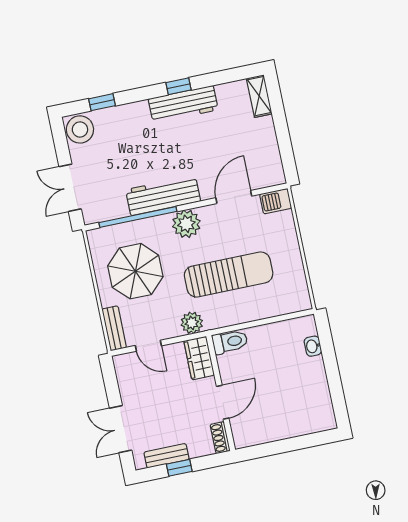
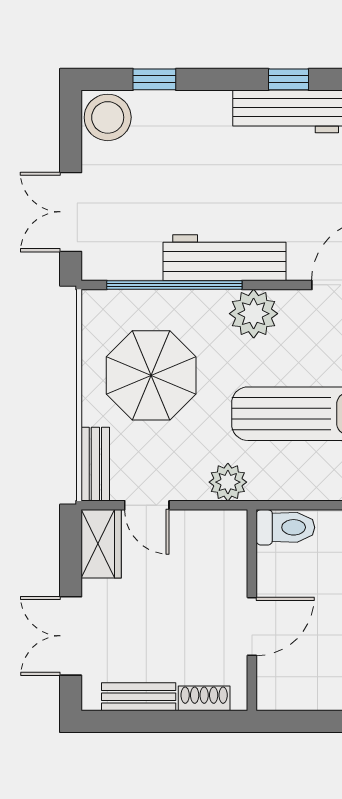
wardrobe: (199, 358) -> (101, 544), moved, turned 180
shoe rack: (220, 438) -> (204, 698), moved, turned 90
window: (179, 468) -> (156, 721), removed

